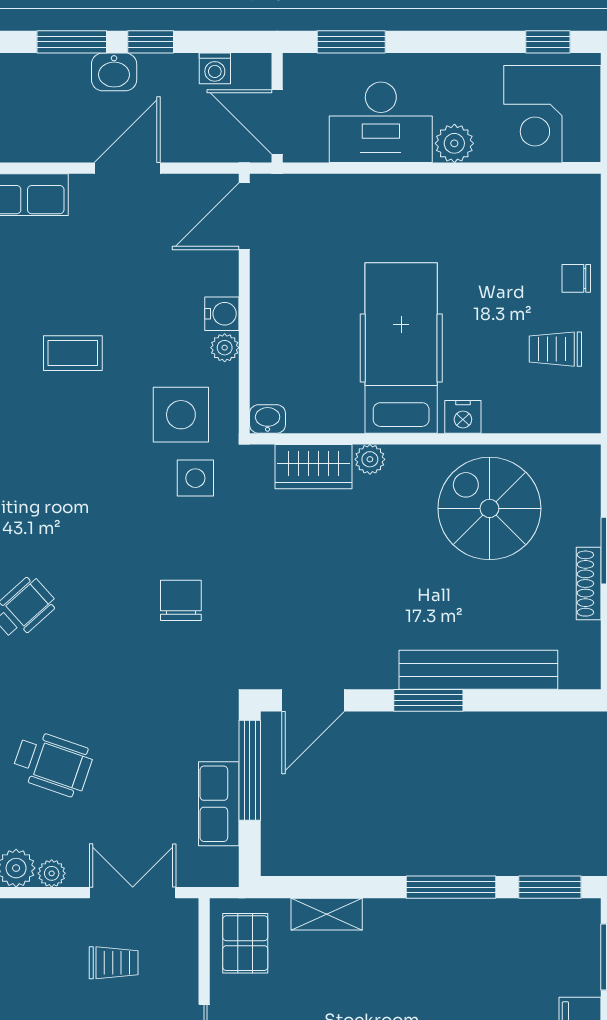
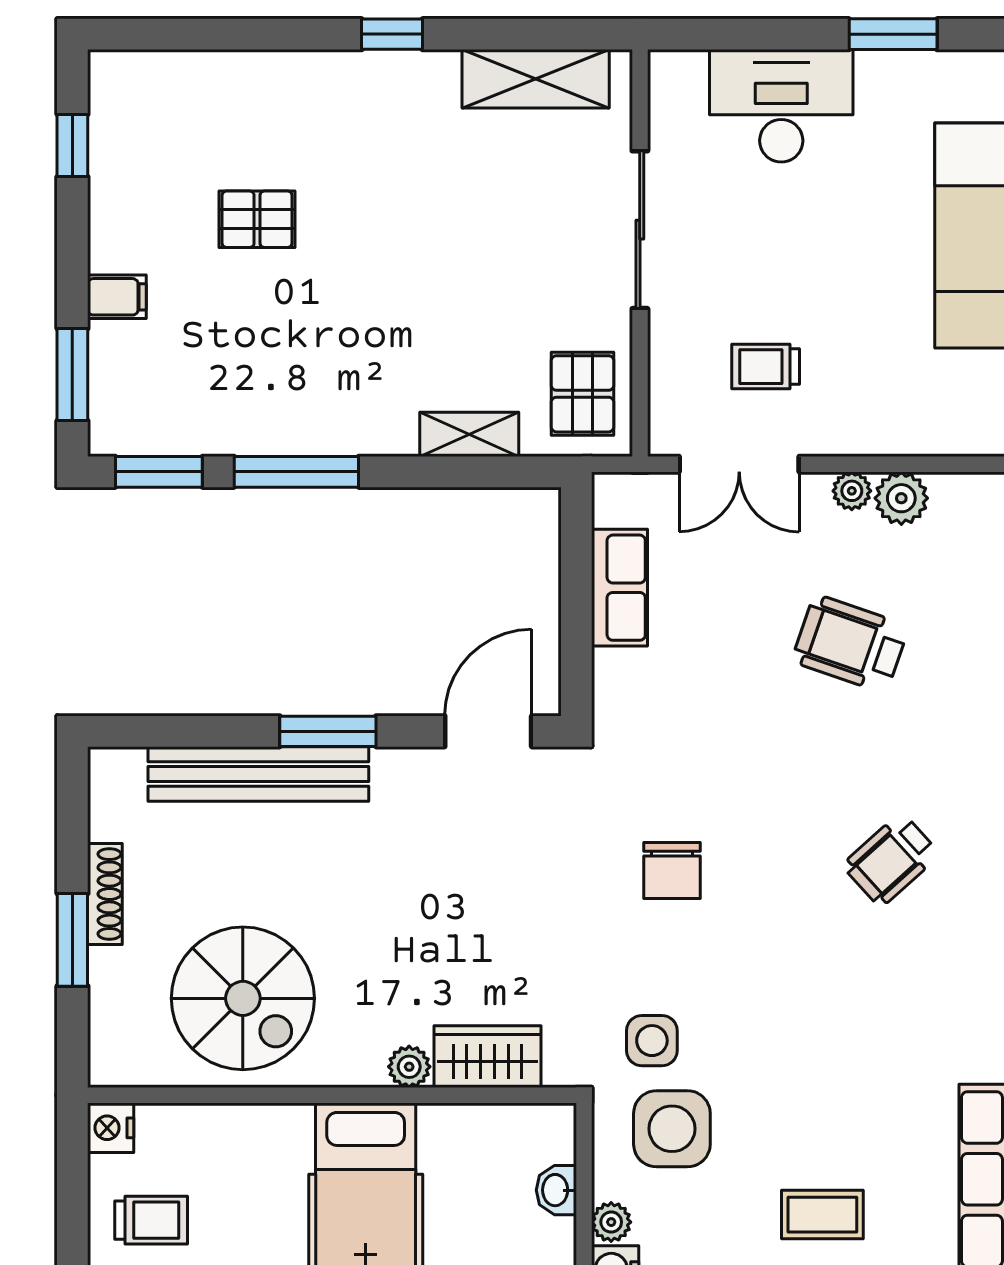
nightstand: (463, 417) -> (111, 1128), moved, turned -90
washbasin: (268, 419) -> (556, 1190), moved, turned 90
window: (250, 770) -> (576, 634), removed

